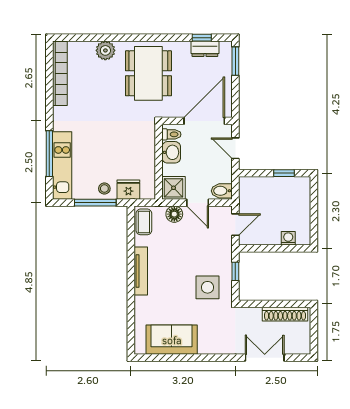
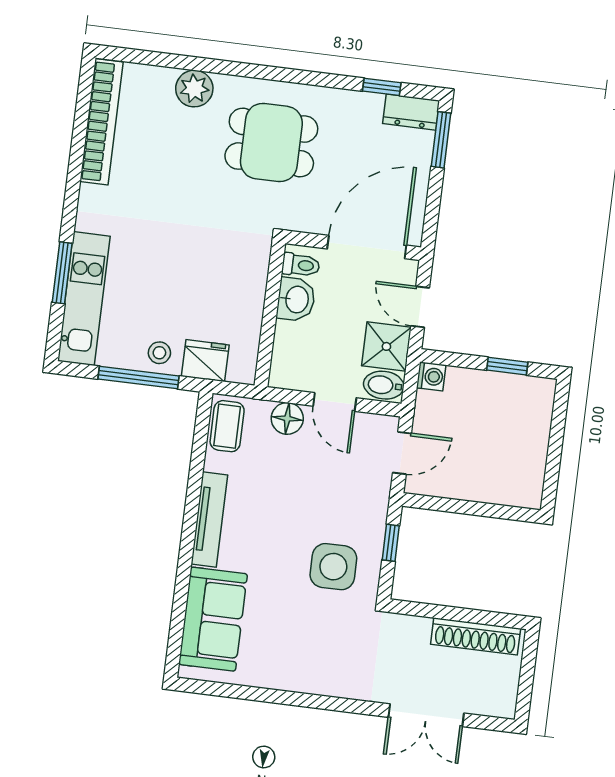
dresser: (205, 49) -> (411, 112), moved
dining table: (148, 73) -> (271, 143), width x0.73
window: (49, 154) -> (62, 273), width x0.69
shower: (174, 188) -> (386, 346), moved
washing machine: (288, 238) -> (431, 376), moved, turned 90
sofa: (172, 340) -> (213, 619), moved, turned 90
double door: (265, 358) -> (426, 715), swing flipped

